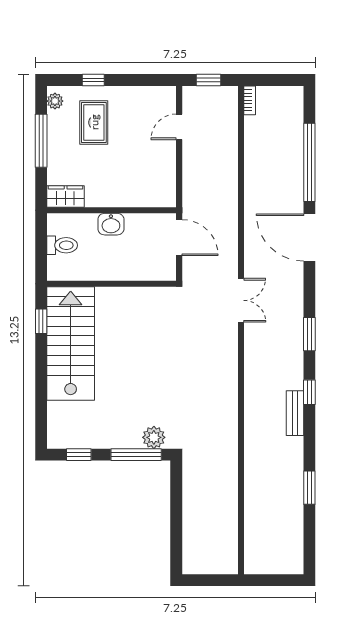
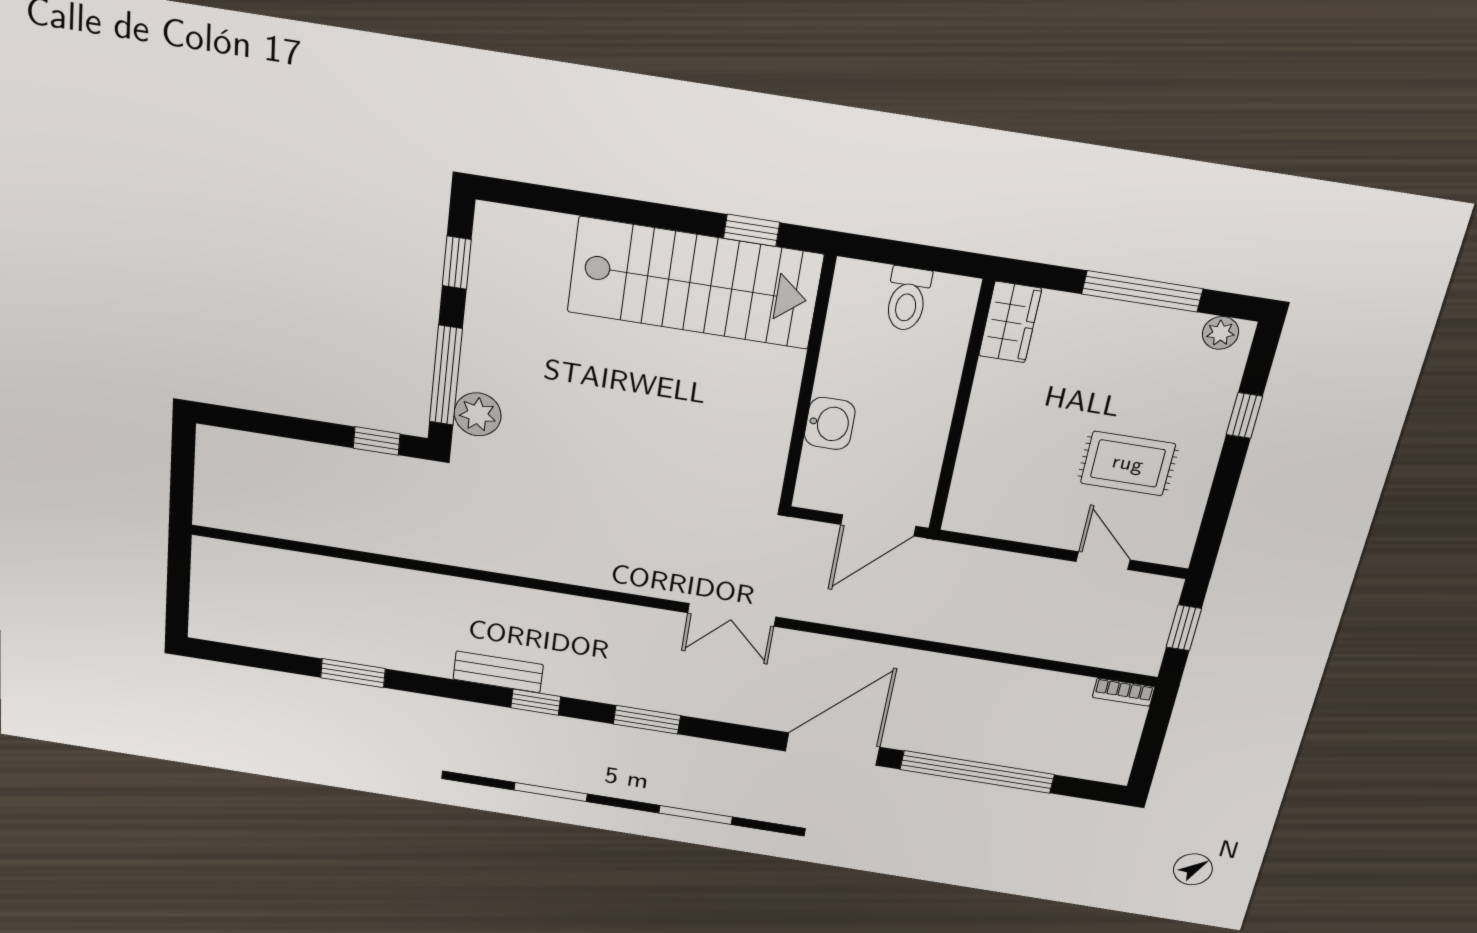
rug: (94, 122) -> (1128, 463), moved
washbasin: (111, 224) -> (830, 423), moved, turned 180
window: (176, 485) -> (377, 441), added

